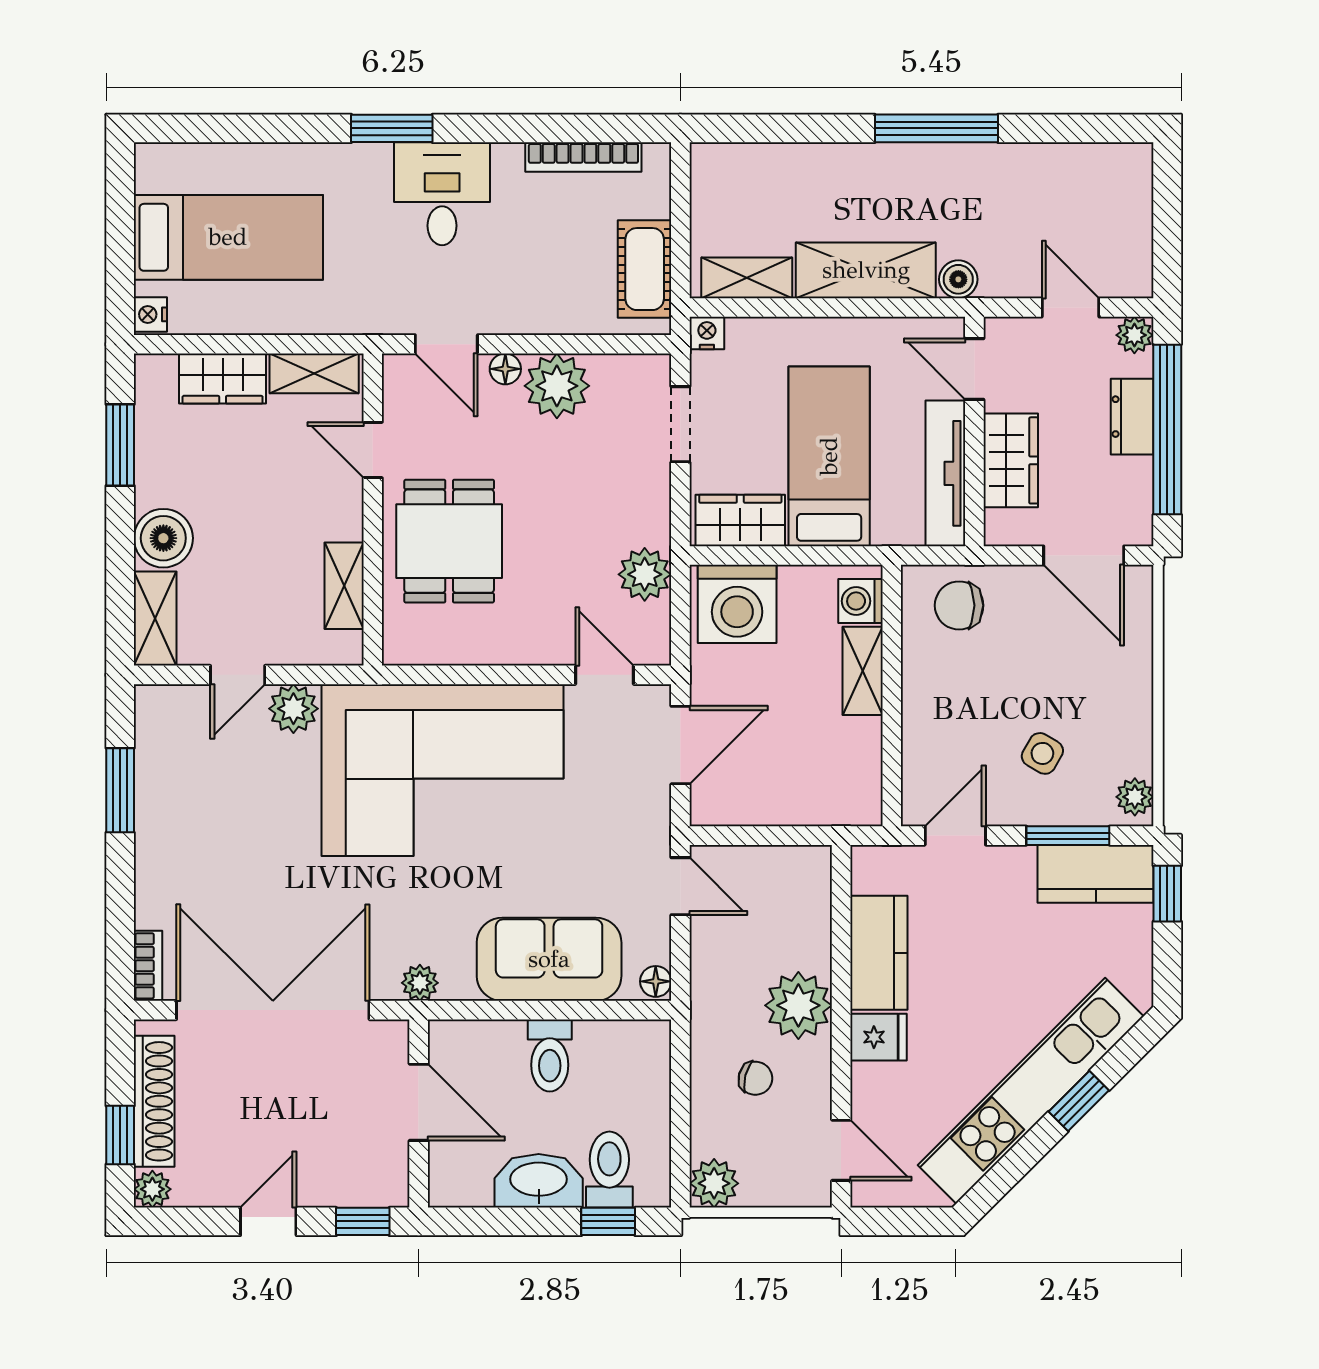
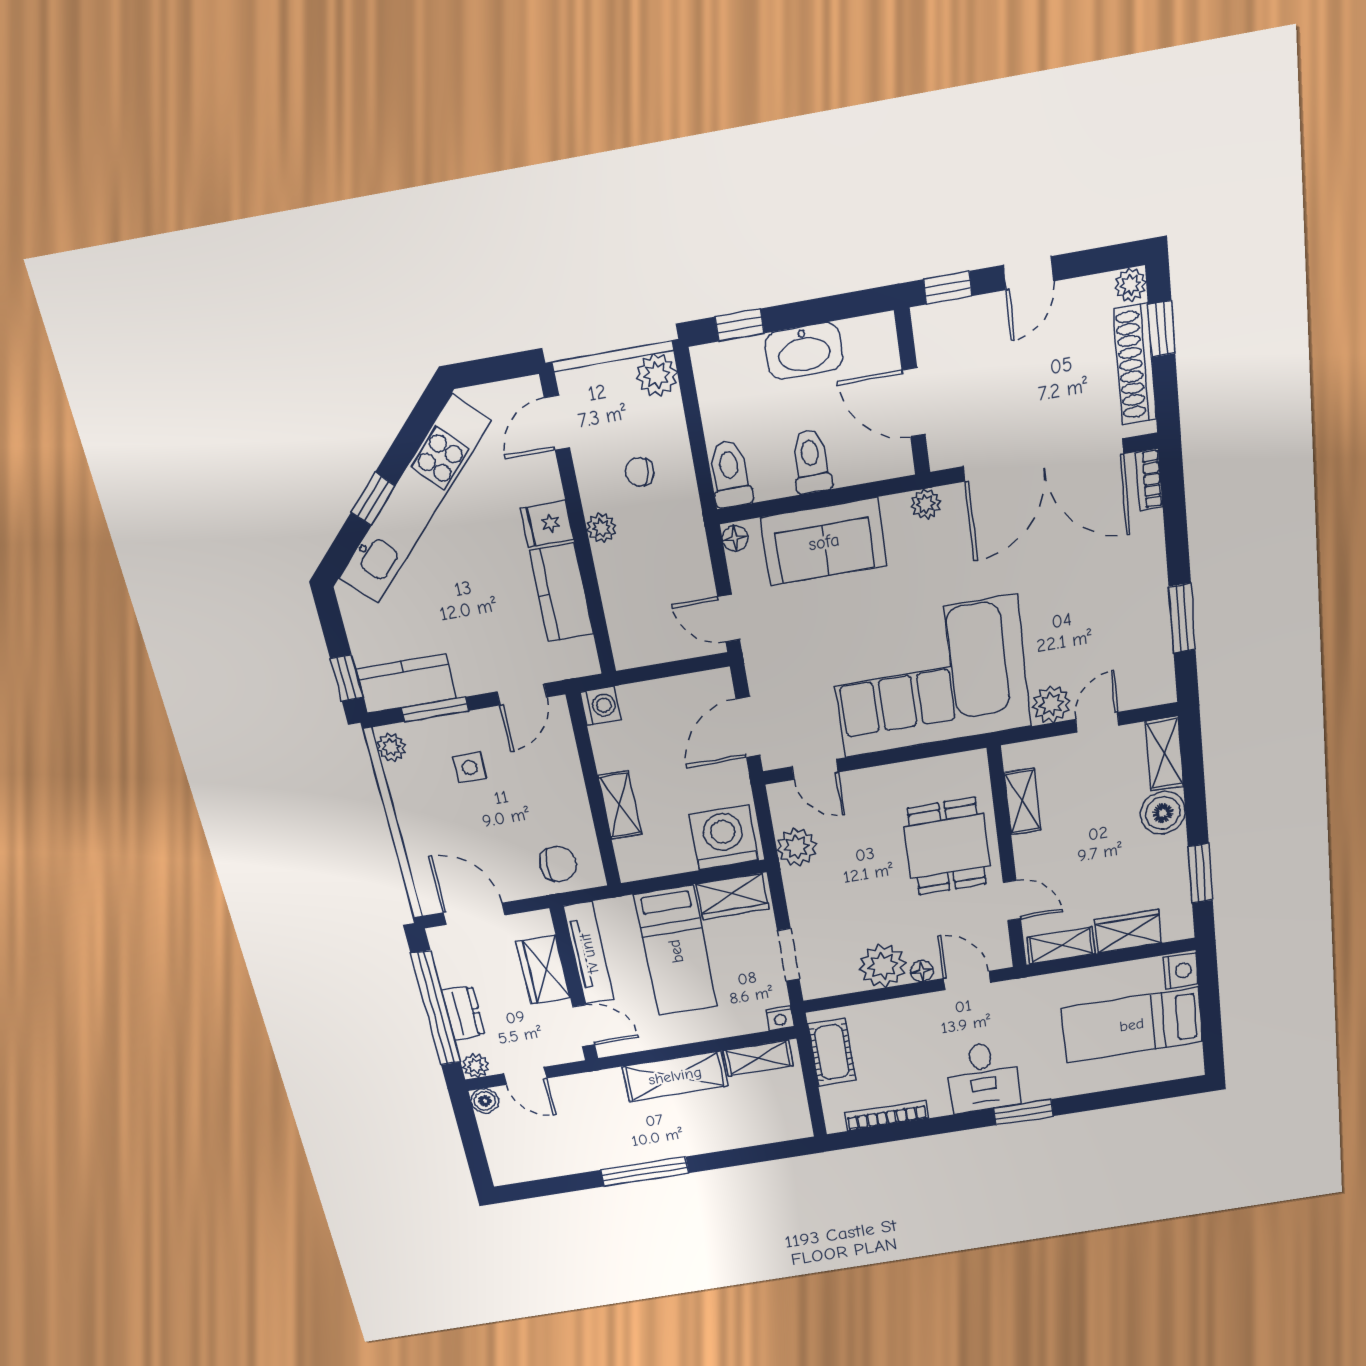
boiler: (958, 279) -> (485, 1101), moved
nightstand: (150, 314) -> (1181, 971), width x1.39, depth x1.35
washing machine: (860, 601) -> (600, 706), moved
side table: (1042, 753) -> (470, 768), turned -30
plant: (798, 1005) -> (601, 528), width x0.53, depth x0.53
door: (841, 1150) -> (557, 423), hinge flipped
toilet: (609, 1170) -> (730, 474), moved, turned 180

